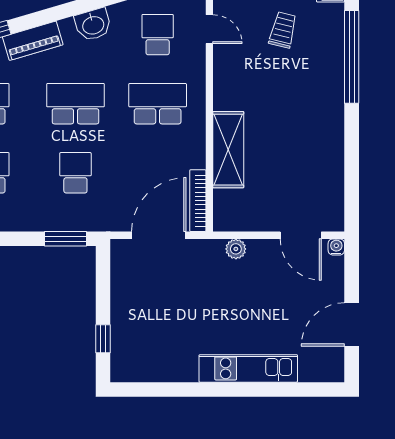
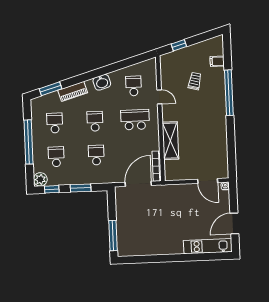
door: (209, 29) -> (159, 97), moved
school desk: (75, 104) -> (95, 121), width x0.54
window: (66, 239) -> (81, 188), moved
plant: (236, 249) -> (176, 189), removed
window: (103, 339) -> (113, 236), width x2.17
kitchen unit: (248, 368) -> (208, 246), moved

